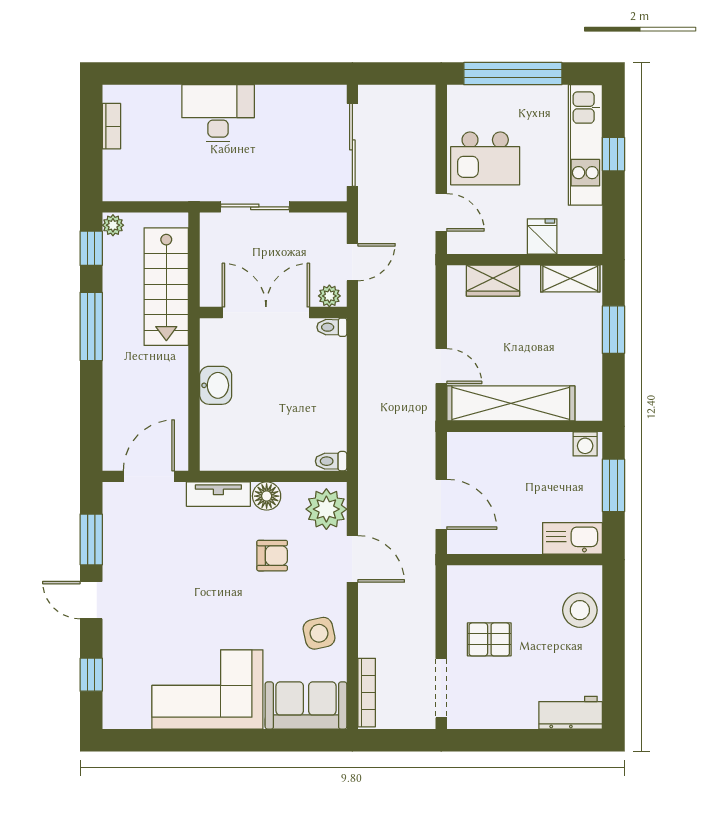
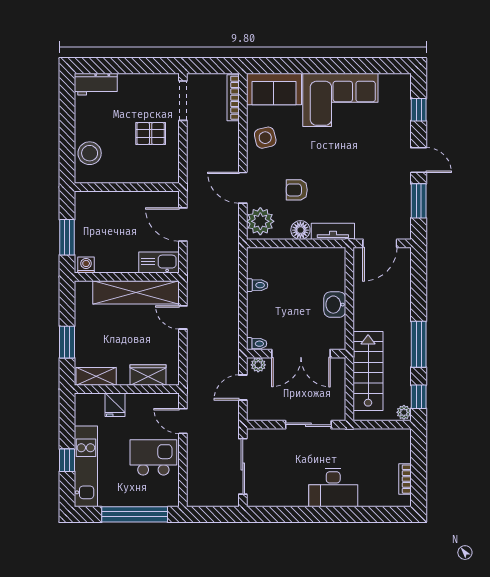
toilet: (331, 461) -> (257, 285), moved
kitchen sink: (572, 538) -> (159, 263), moved, turned 180

